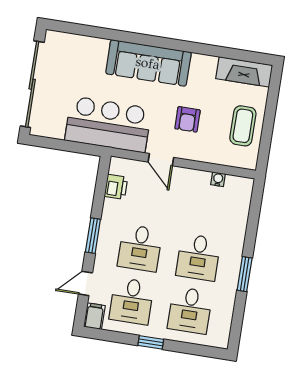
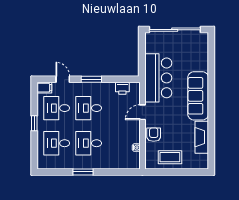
fireplace: (244, 72) -> (202, 137), moved
armchair: (187, 119) -> (154, 135), moved, turned 90

